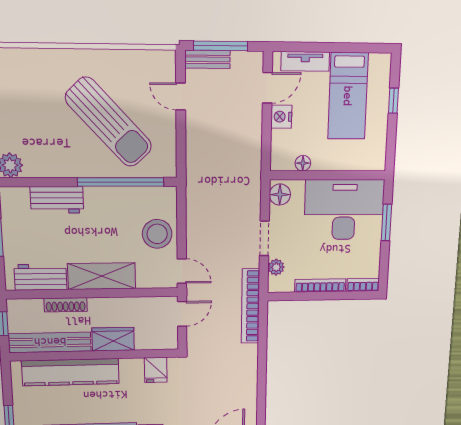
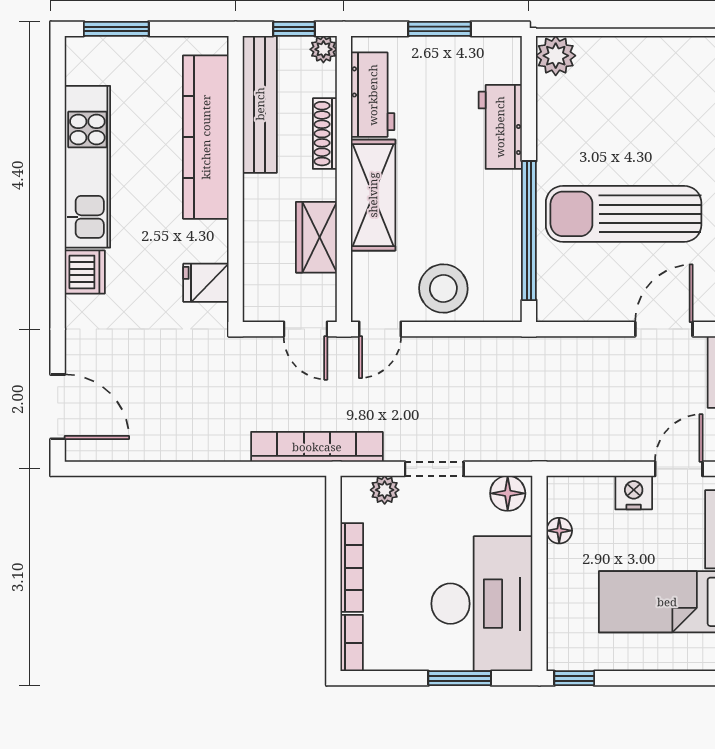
door: (267, 88) -> (679, 469), swing flipped
door: (181, 97) -> (664, 329), width x1.37
window: (393, 101) -> (574, 678), moved
sun lounger: (109, 122) -> (624, 214), turned 43
plant: (14, 306) -> (323, 49), added
wardrobe: (113, 339) -> (316, 237), moved, turned 180

